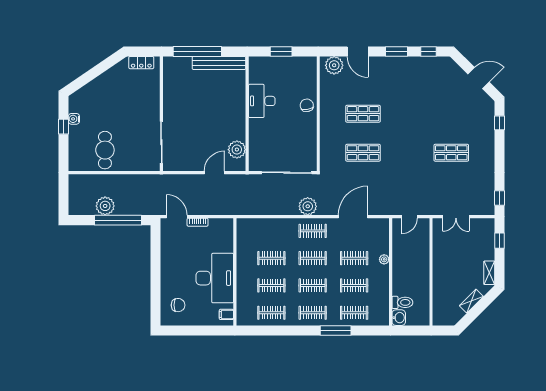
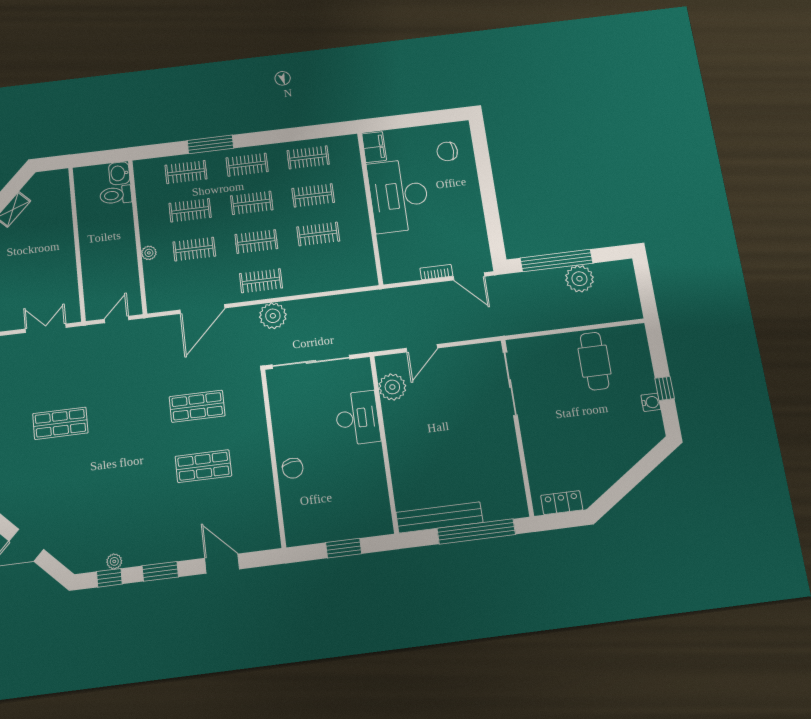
plant: (334, 65) -> (114, 561), moved, width x0.53, depth x0.53
desk: (262, 101) -> (357, 418), moved
filing cabinet: (226, 314) -> (374, 147), width x2.00

